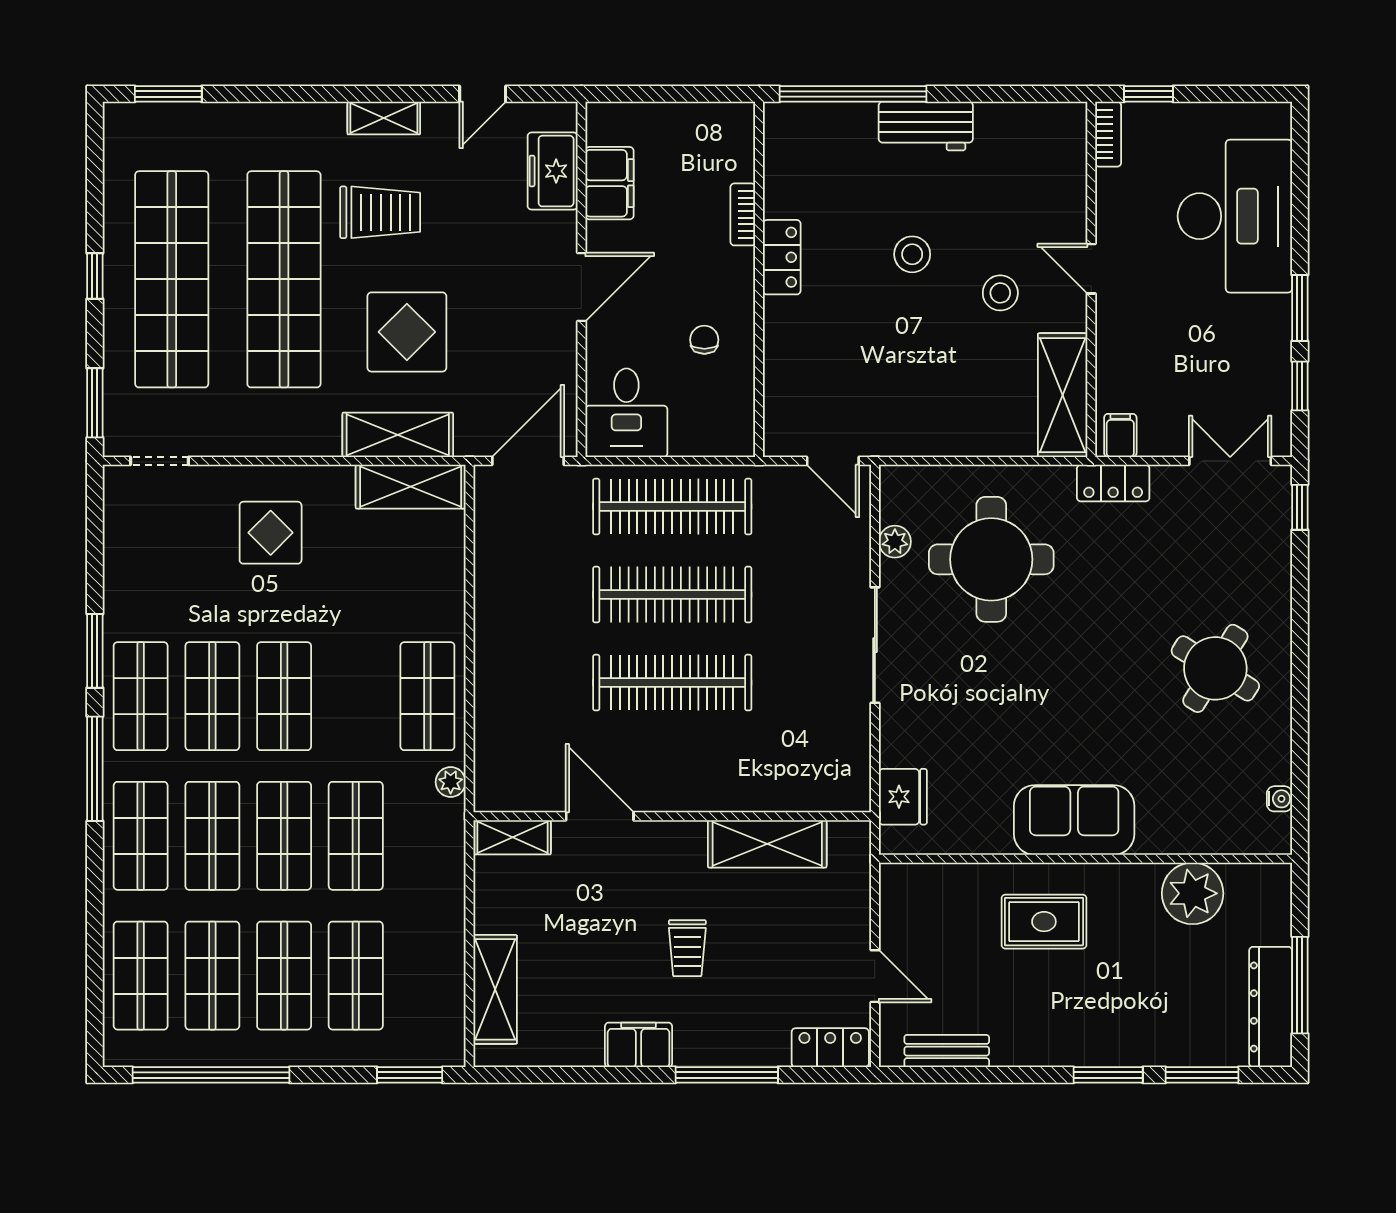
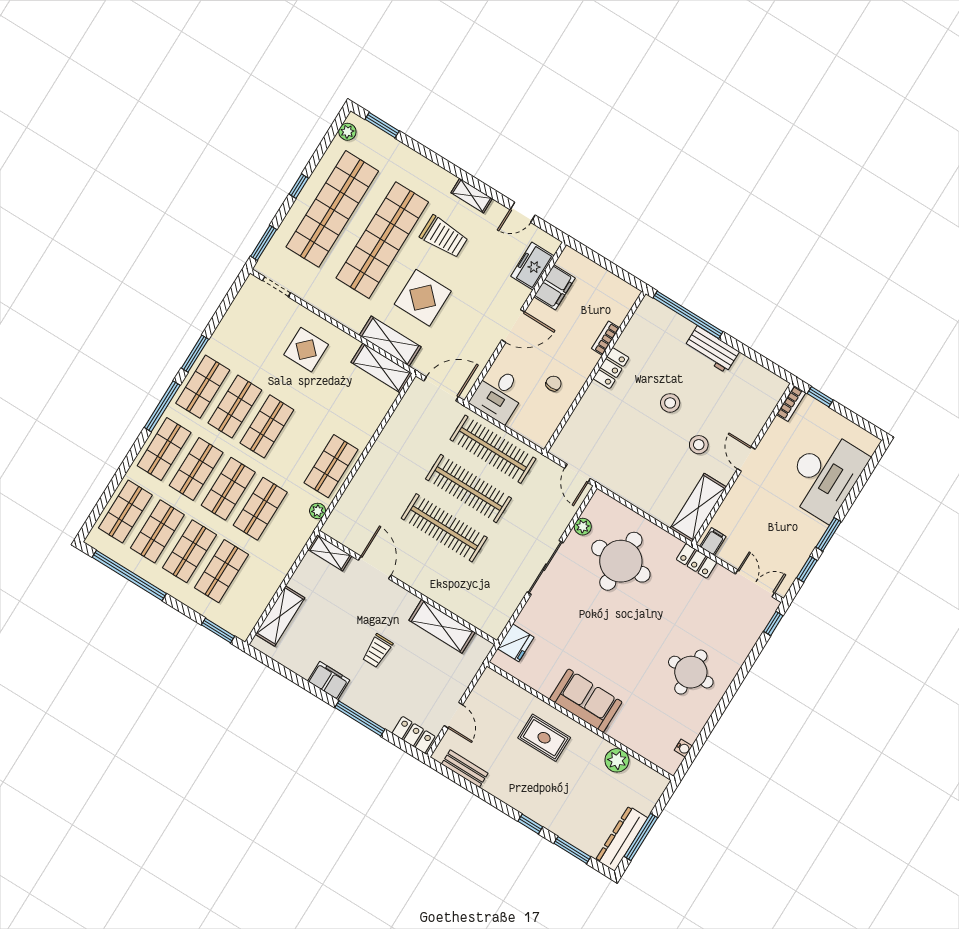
plant: (119, 139) -> (347, 132), added
round table: (1215, 668) -> (691, 672), turned -32
plant: (1193, 893) -> (617, 760), width x0.73, depth x0.73
window: (1108, 1075) -> (530, 824), width x0.67

